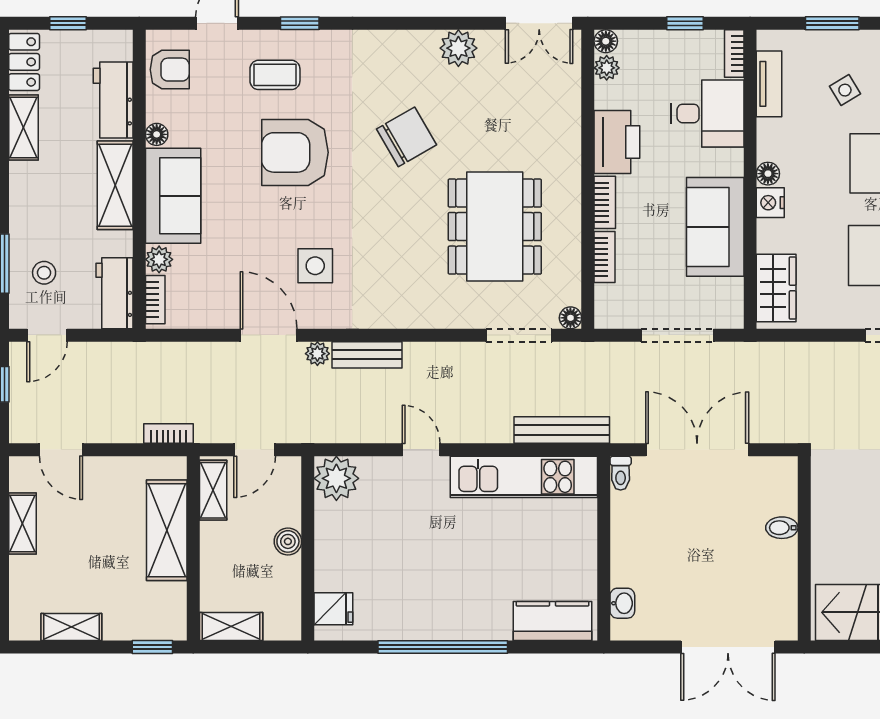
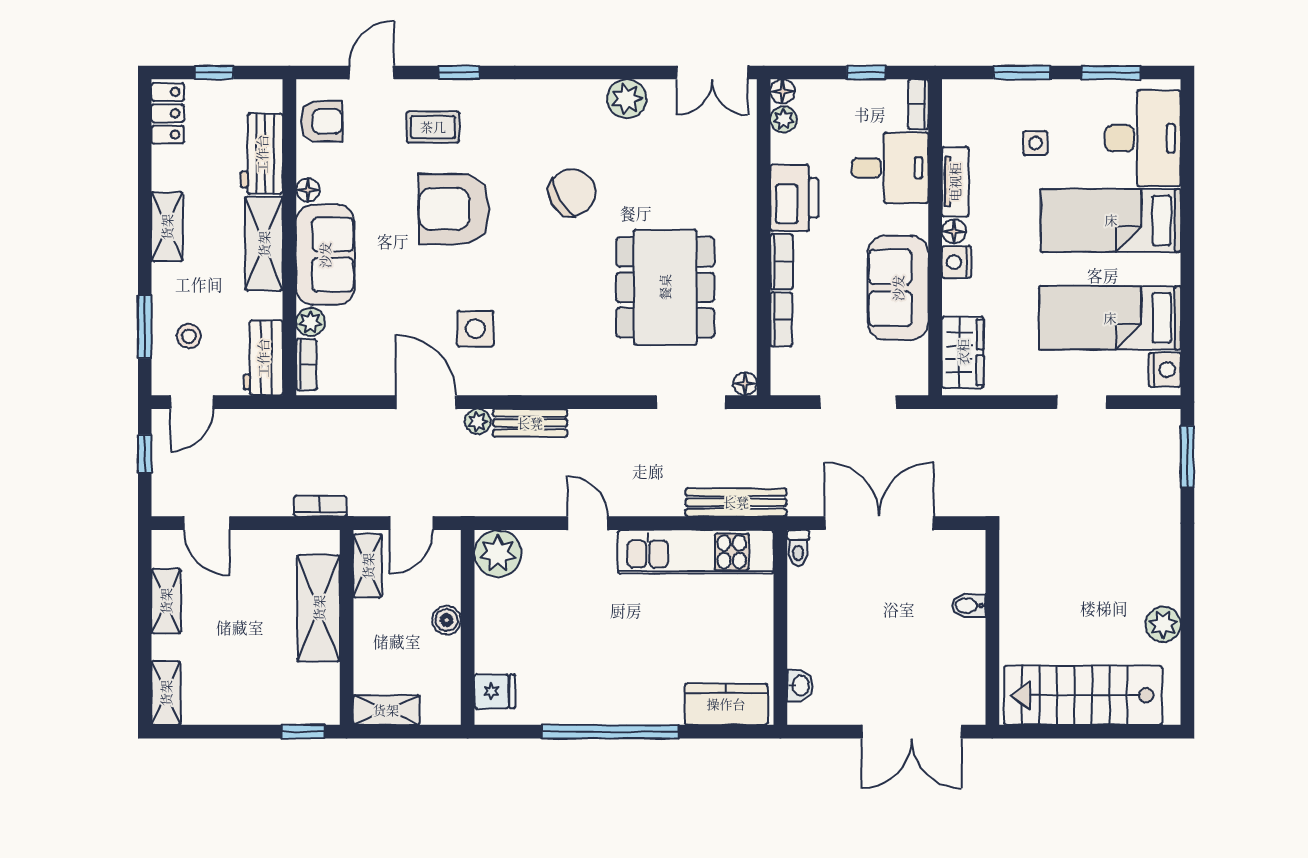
tv unit: (769, 84) -> (955, 182), moved
side table: (845, 90) -> (1035, 143), turned 31
shelving: (23, 128) -> (167, 227), moved
shelving: (71, 627) -> (166, 693), moved, turned 90

